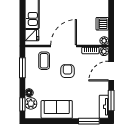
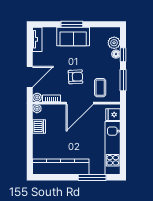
armchair: (67, 71) -> (76, 77), turned -93
window: (111, 101) -> (30, 46), removed
window: (22, 104) -> (123, 55), moved
sofa: (57, 109) -> (73, 36), moved
window: (89, 121) -> (72, 24), moved

